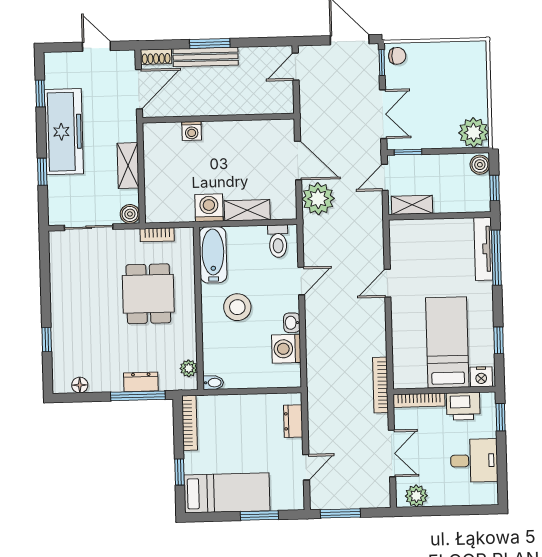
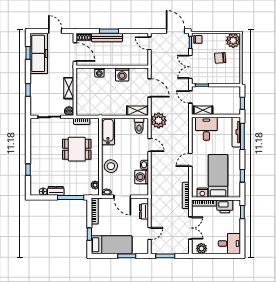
door: (296, 67) -> (150, 43), hinge flipped
door: (139, 89) -> (75, 52), hinge flipped
chair: (445, 94) -> (220, 58), added
double door: (383, 114) -> (190, 67), swing flipped
freezer: (64, 132) -> (39, 53), moved
plant: (474, 132) -> (233, 40), moved
boiler: (480, 165) -> (236, 92), removed
door: (385, 177) -> (190, 97), hinge flipped
plant: (318, 199) -> (159, 120), moved
washing machine: (209, 208) -> (122, 75), moved, turned 180
shelving: (247, 210) -> (138, 111), moved
desk: (420, 244) -> (206, 129), added
door: (301, 281) -> (150, 145), hinge flipped
door: (388, 283) -> (190, 160), moved
dining table: (148, 294) -> (77, 149), turned 90
stool: (237, 307) -> (111, 166), moved
nightstand: (481, 377) -> (202, 193), moved
dresser: (141, 382) -> (56, 191), moved
door: (247, 391) -> (122, 197), added
desk: (474, 461) -> (229, 244), moved

